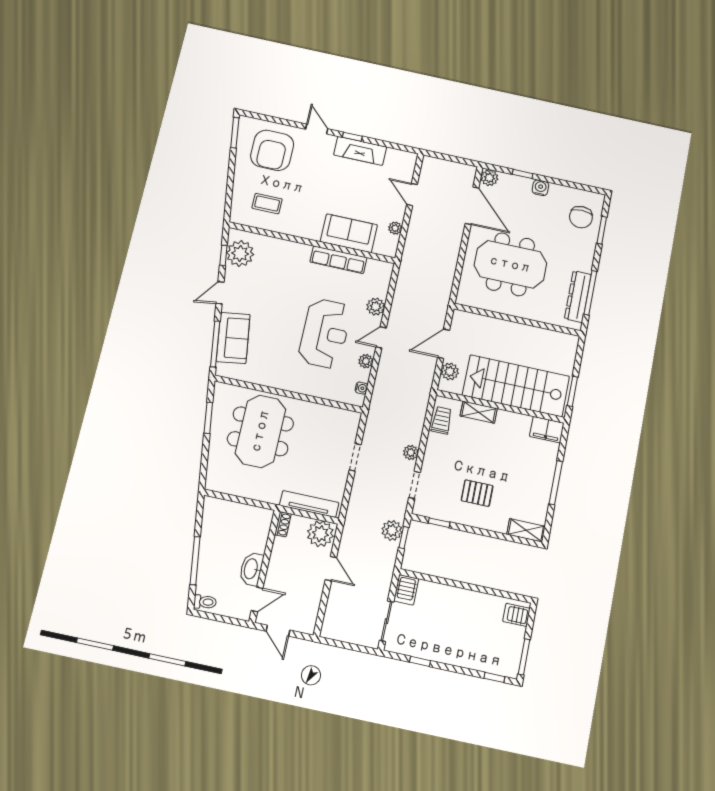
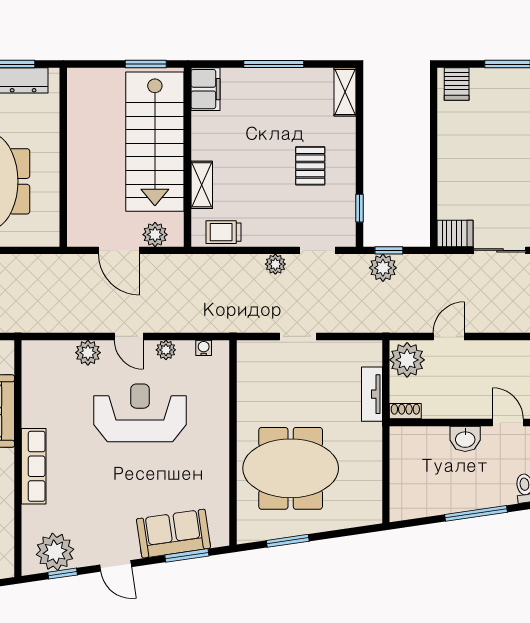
row of seats: (338, 260) -> (34, 466), moved
window: (215, 344) -> (187, 555), width x0.69
tv unit: (309, 504) -> (372, 394), width x0.71
washbasin: (251, 569) -> (465, 439), width x0.72

